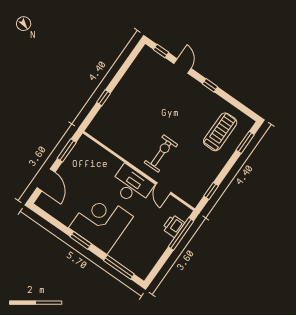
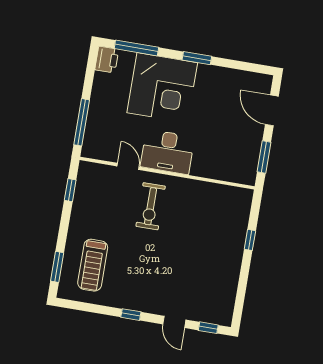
corner desk: (101, 222) -> (162, 88), moved
printer: (173, 226) -> (107, 60), moved

